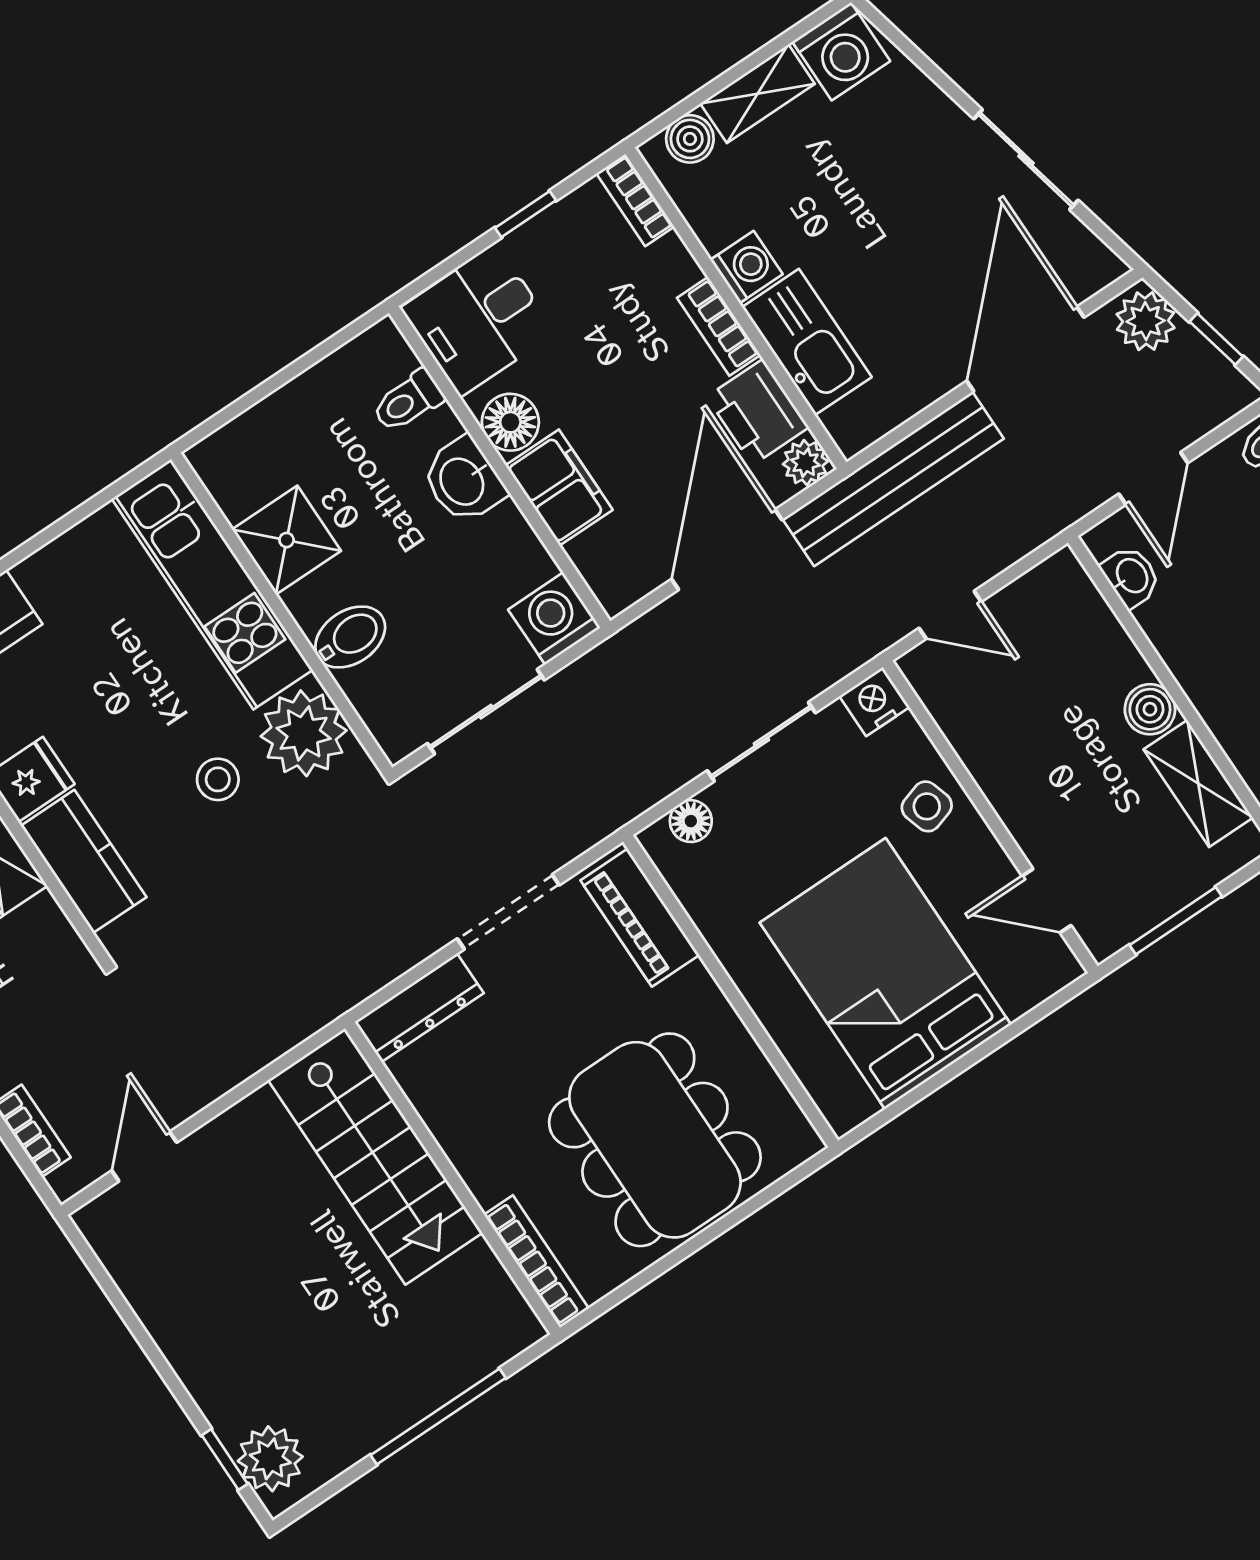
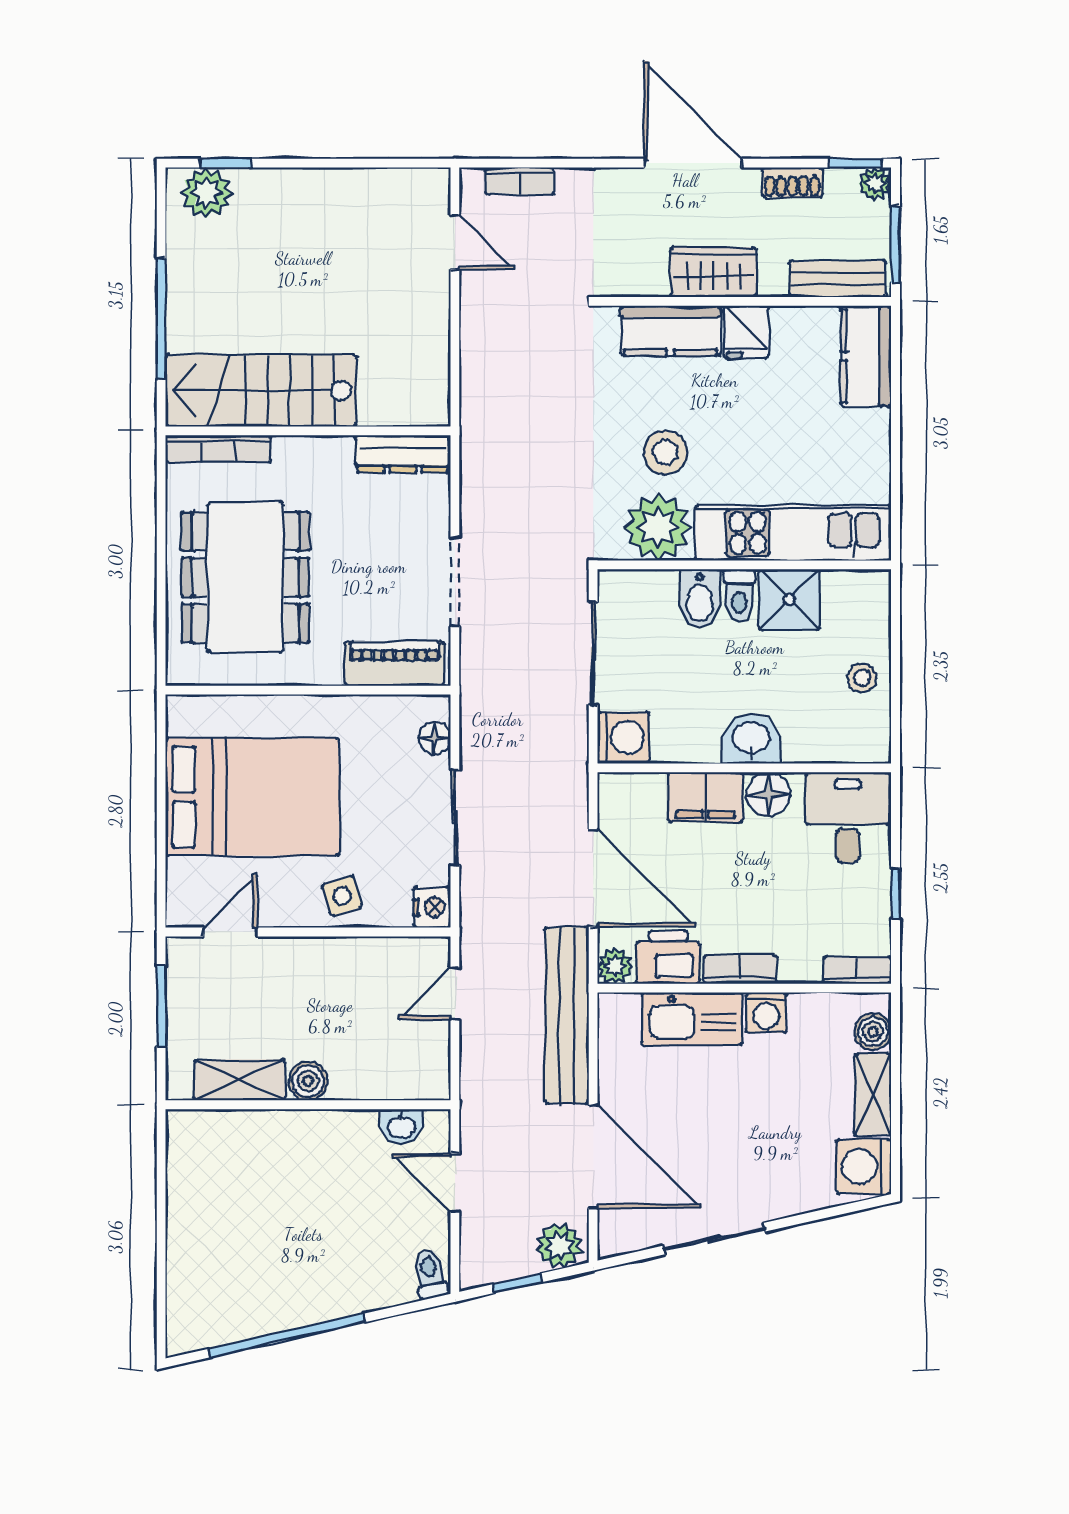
toilet: (408, 401) -> (739, 595), moved, turned 180
stool: (318, 406) -> (862, 678), added
stool: (218, 779) -> (665, 452), width x1.37, depth x1.37
dresser: (419, 1008) -> (403, 454), moved, turned -90
dining table: (655, 1140) -> (245, 577), turned 90
stairs: (375, 1156) -> (261, 391), moved

